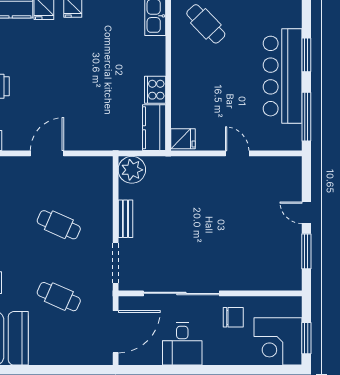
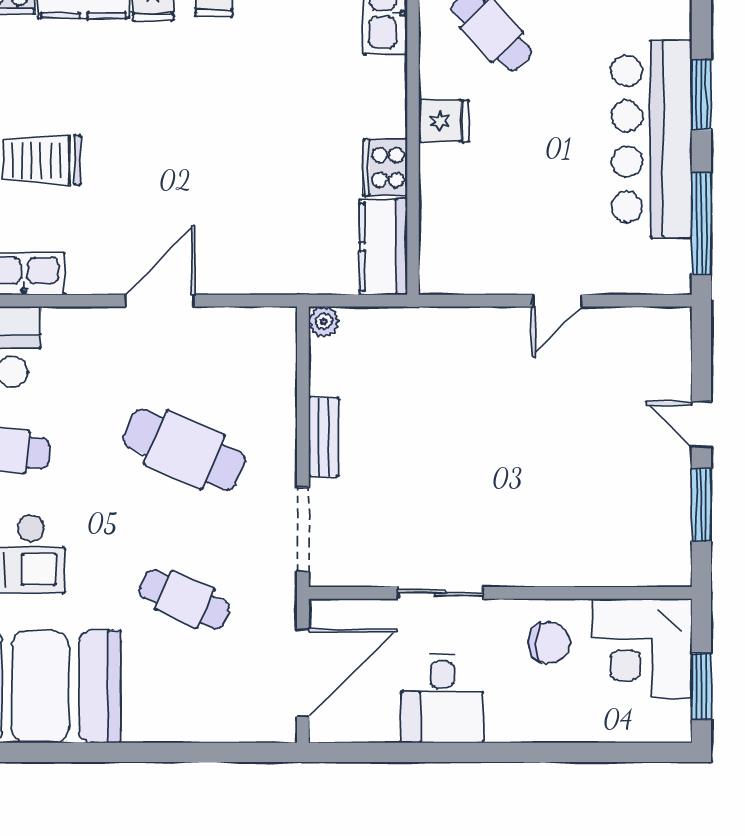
fridge: (183, 139) -> (444, 121), moved
door: (237, 153) -> (557, 301), swing flipped
plant: (132, 170) -> (324, 321), width x0.53, depth x0.53
cafe table: (59, 225) -> (184, 450), width x1.37, depth x1.35
sliding door: (181, 293) -> (440, 593), width x0.54
corner desk: (278, 341) -> (642, 648), moved

